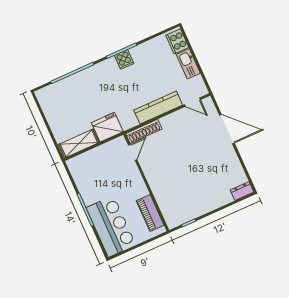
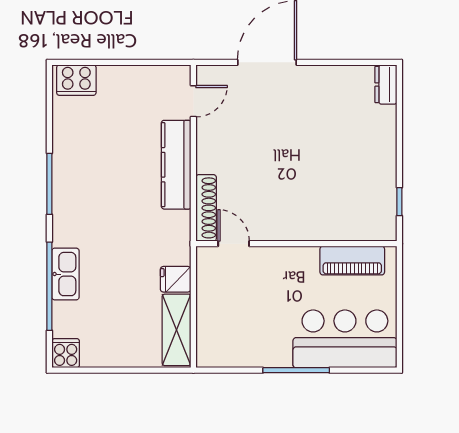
cooker: (124, 60) -> (66, 353), moved, turned -90
kitchen sink: (188, 64) -> (65, 274), moved, turned -90
fridge: (107, 127) -> (176, 279), width x0.53, depth x0.75

